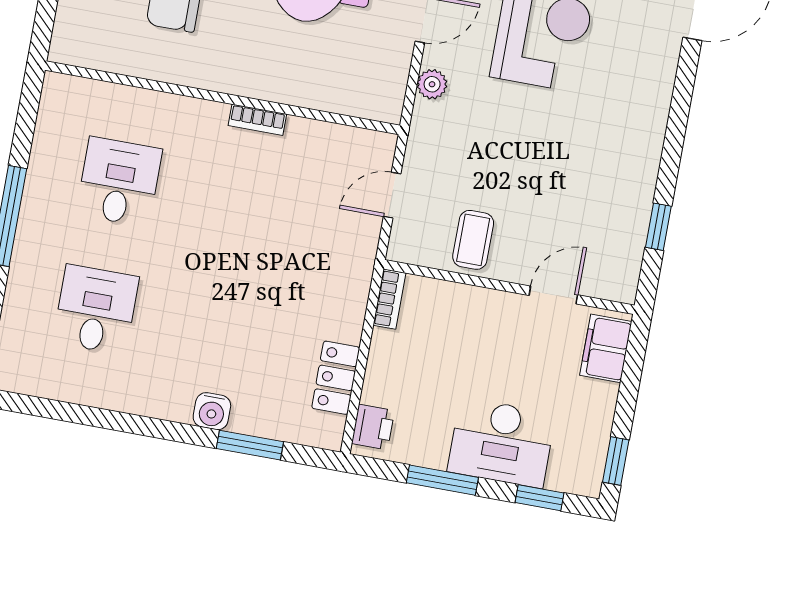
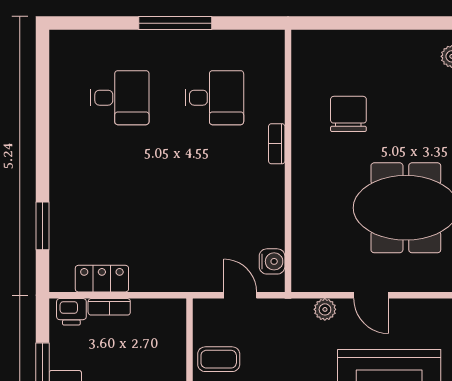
bookcase: (257, 120) -> (277, 144), moved
bookcase: (389, 299) -> (109, 307), moved
water cooler: (212, 411) -> (272, 261), moved, turned 180

